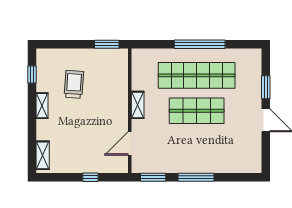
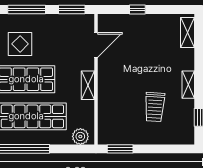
plant: (145, 56) -> (80, 136), added
display table: (202, 144) -> (20, 44), added

